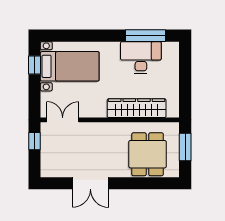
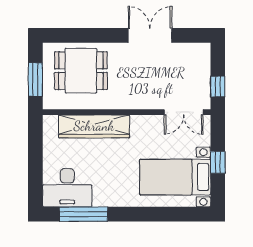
desk: (141, 58) -> (67, 188), moved
window: (34, 65) -> (218, 162), moved
dining table: (148, 154) -> (81, 71), turned 90

